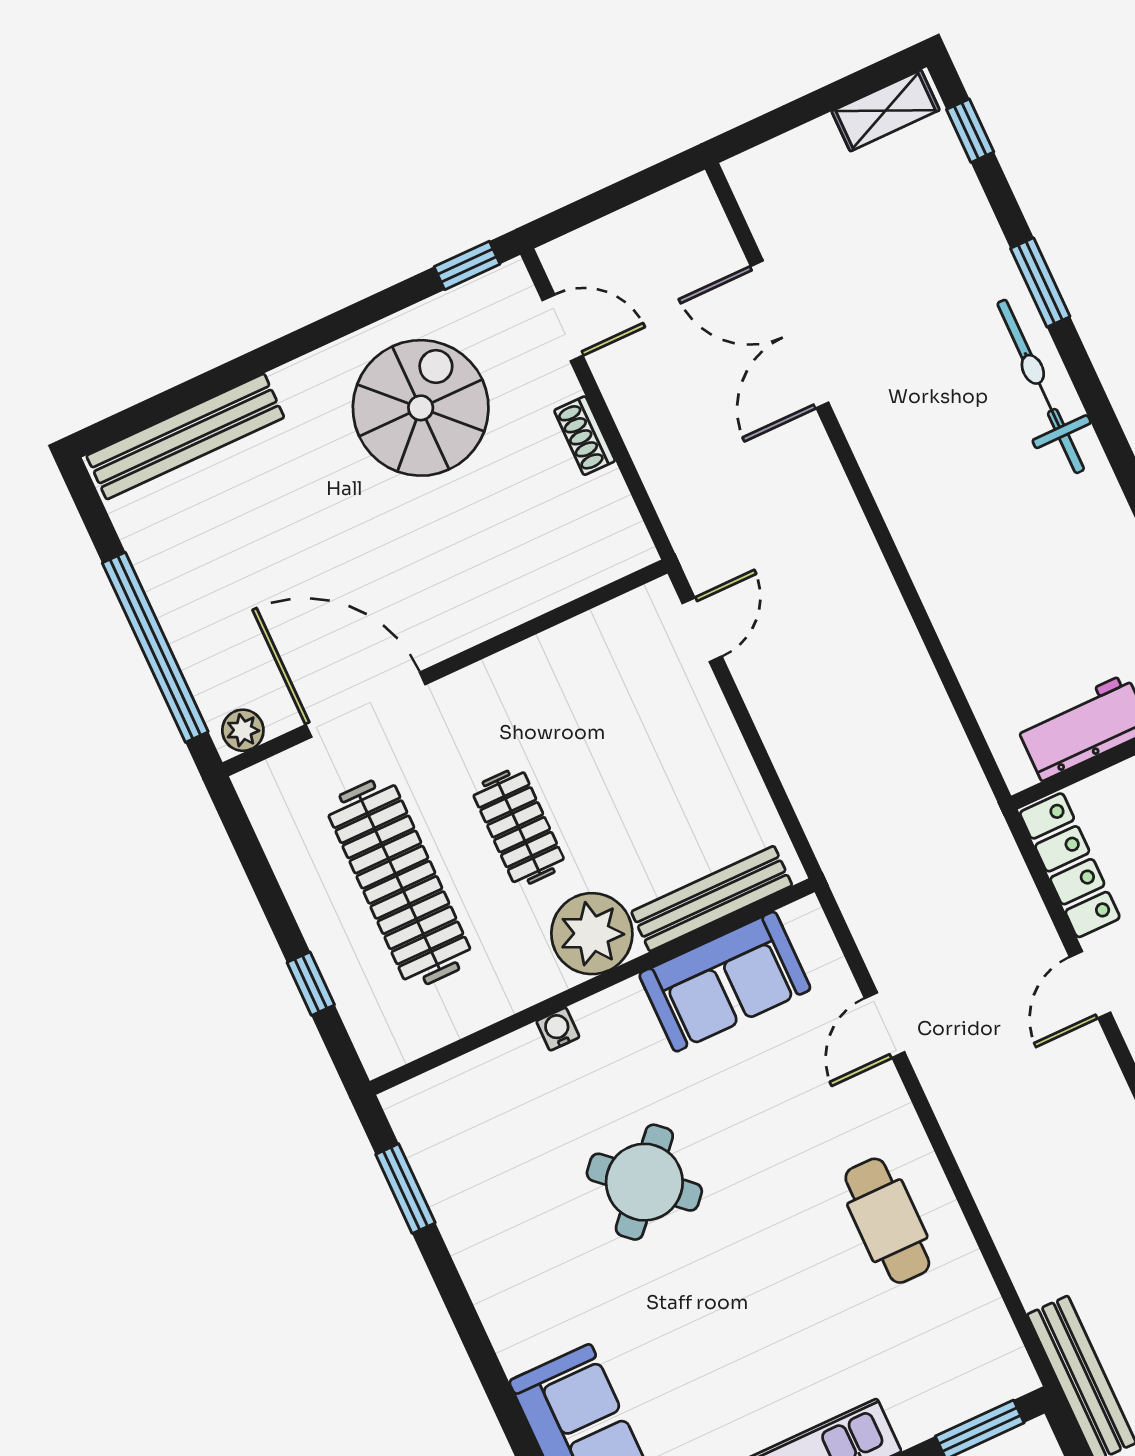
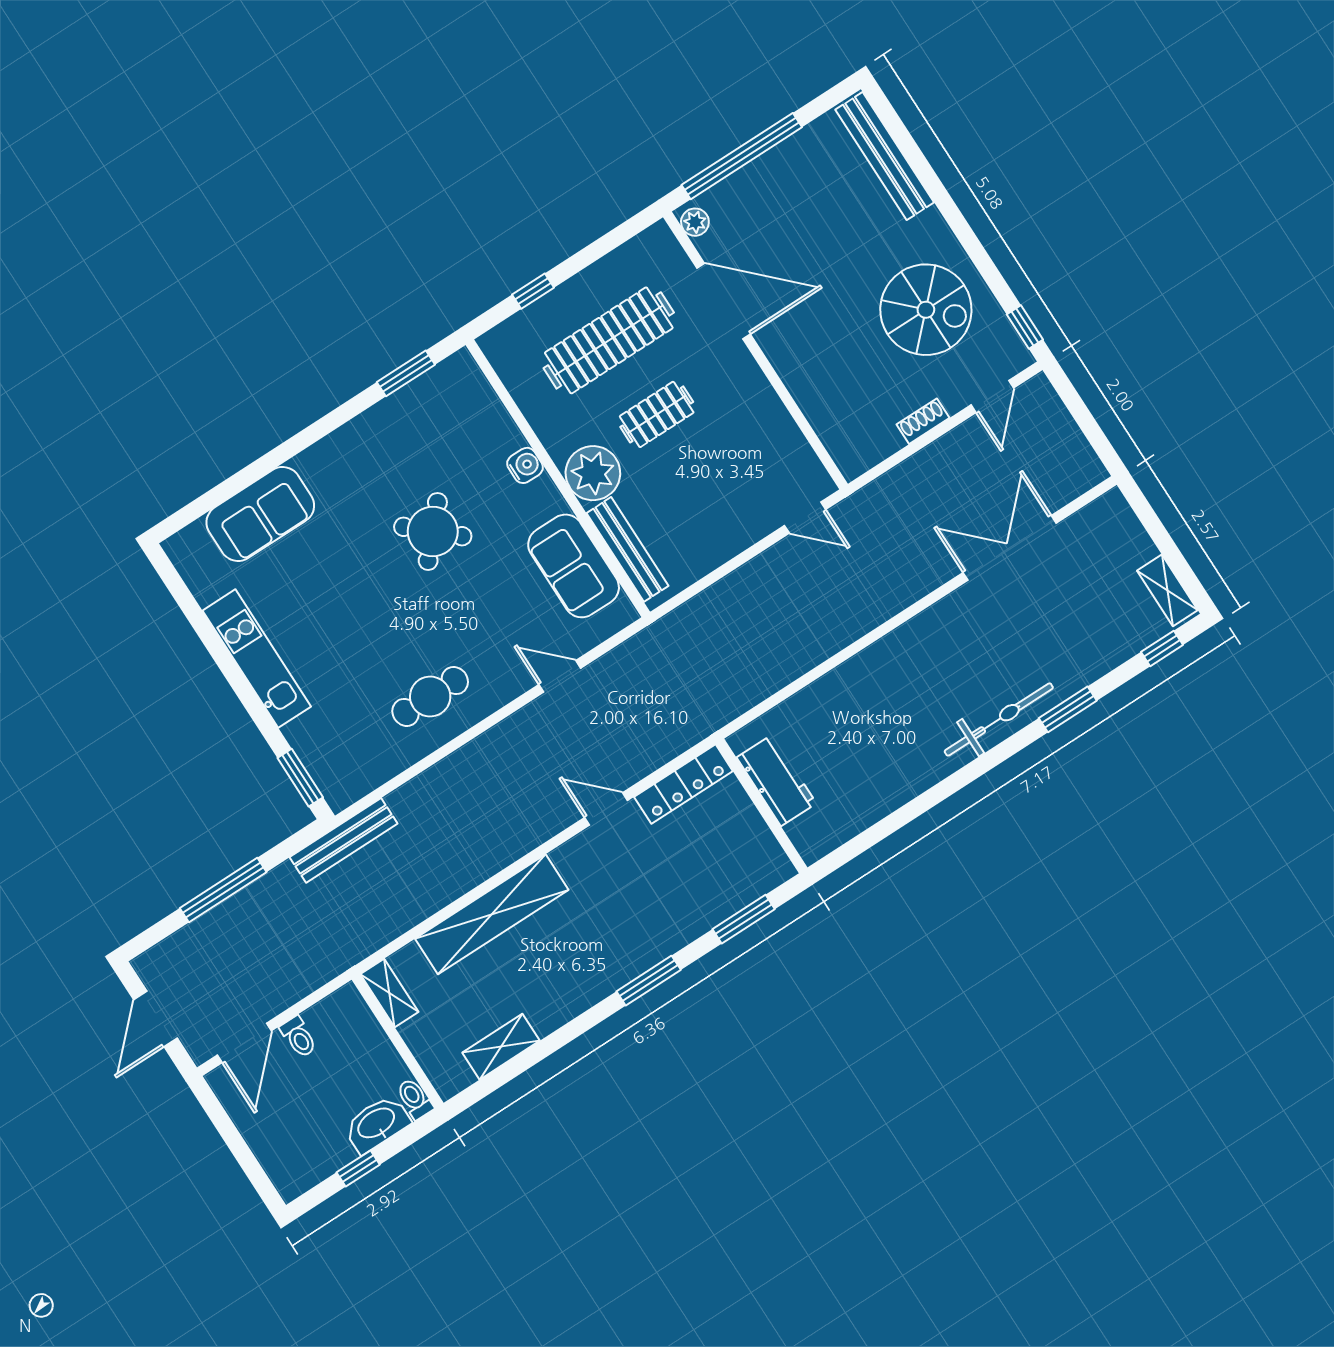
door: (366, 705) -> (724, 301), hinge flipped
water cooler: (558, 1029) -> (525, 465), width x1.38, depth x1.38

